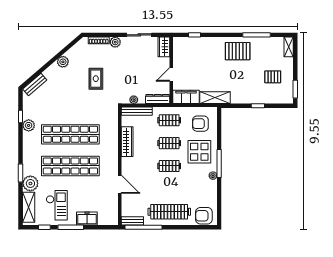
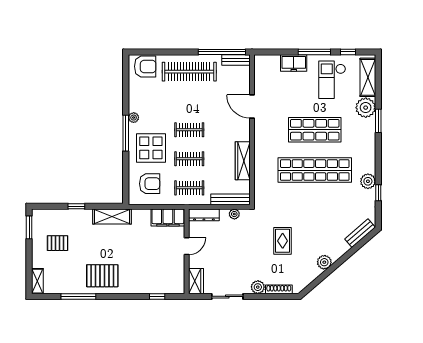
shelving: (215, 98) -> (112, 217), moved
shop shelf: (70, 166) -> (315, 130), width x0.71

